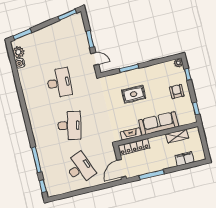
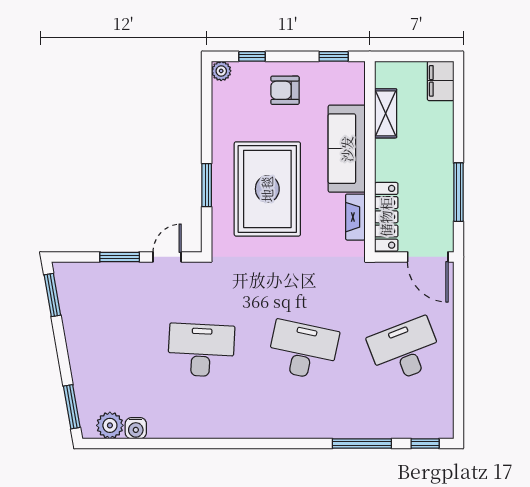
rug: (134, 94) -> (267, 189), width x1.86, depth x2.06
filing cabinet: (184, 159) -> (441, 81), moved

